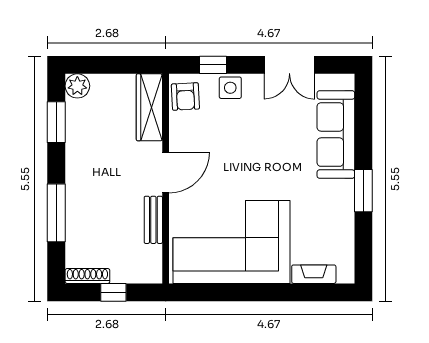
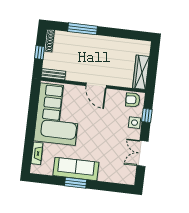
plant: (77, 86) -> (144, 47), removed
wardrobe: (149, 107) -> (141, 72), moved, turned -90
window: (56, 122) -> (128, 34), removed
sofa: (336, 135) -> (76, 169), moved
bench: (153, 220) -> (53, 74), moved

